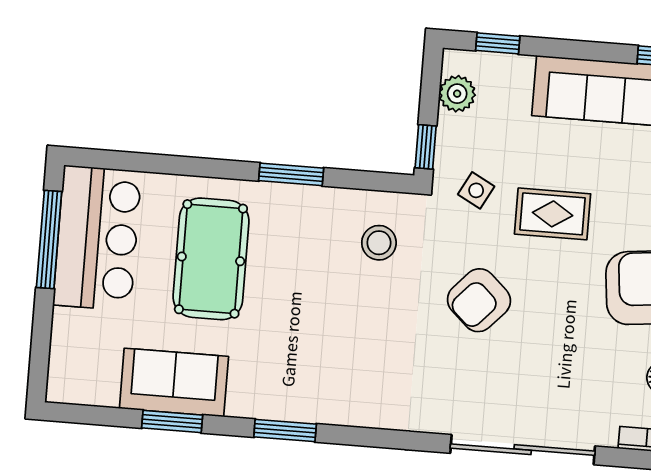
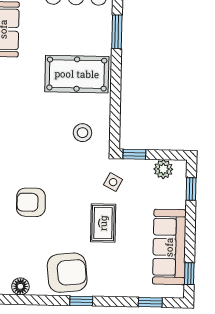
window: (291, 174) -> (117, 32), moved
pool table: (211, 259) -> (77, 74), moved
armchair: (479, 300) -> (31, 202), moved, turned -43

